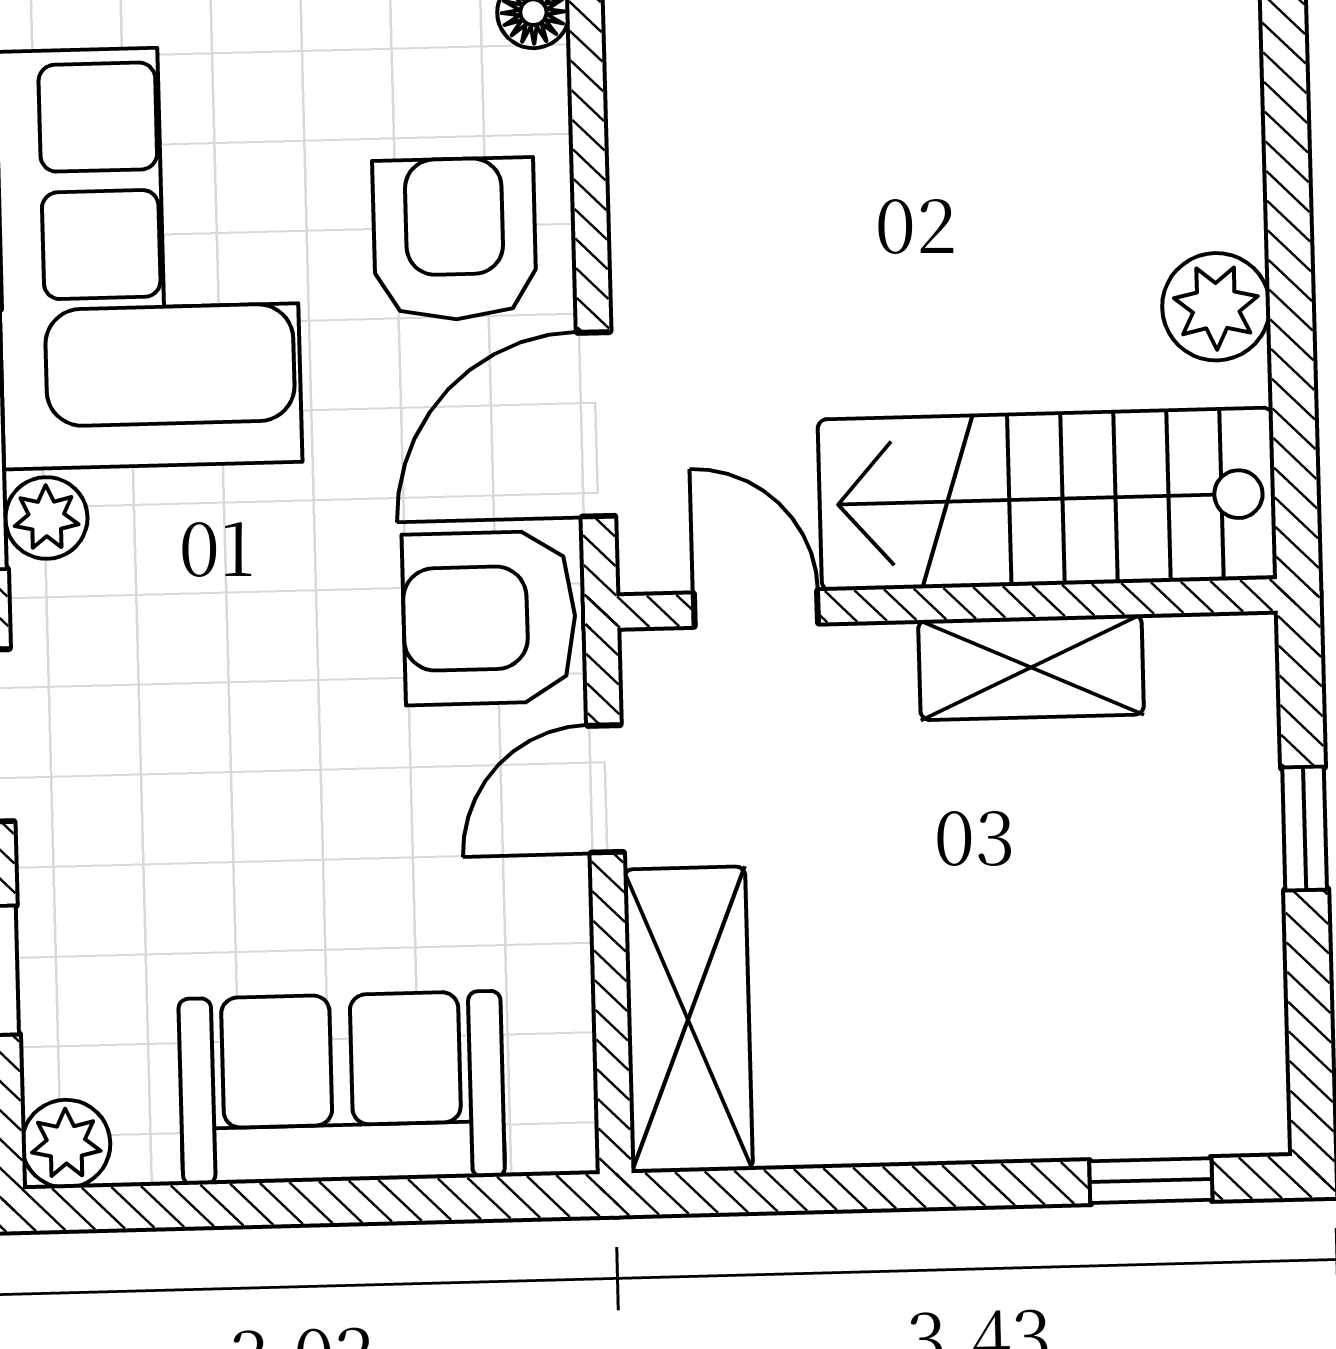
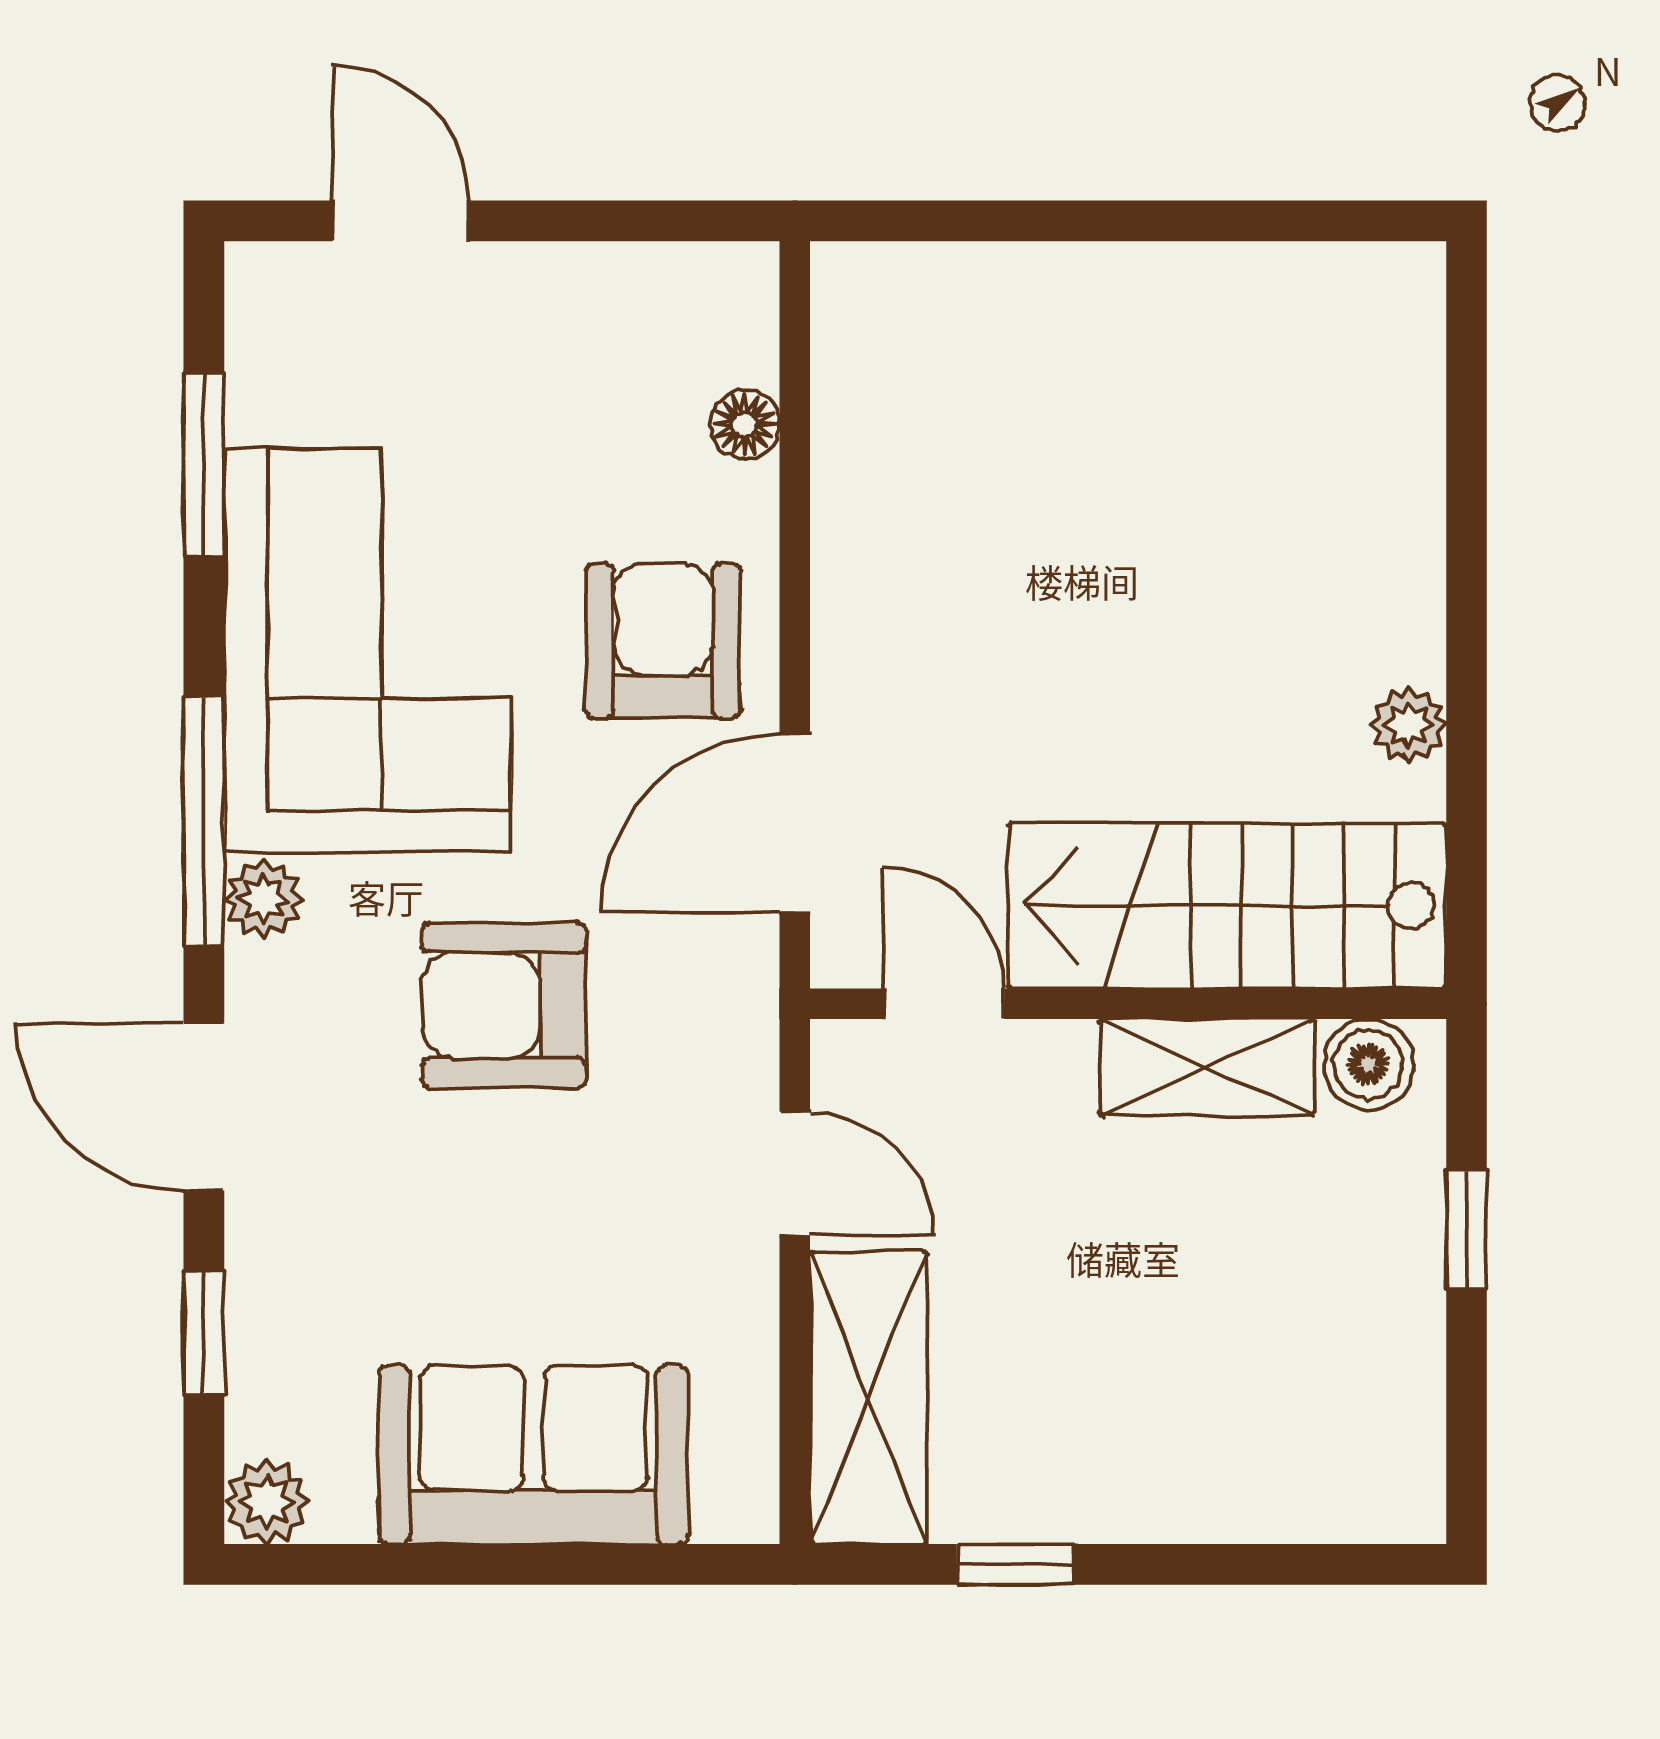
plant: (1216, 307) -> (1409, 725), width x0.73, depth x0.73
armchair: (489, 618) -> (504, 1005), moved
boiler: (1198, 660) -> (1368, 1064), added
door: (606, 789) -> (795, 1174), swing flipped
window: (1151, 1181) -> (1016, 1564), moved

